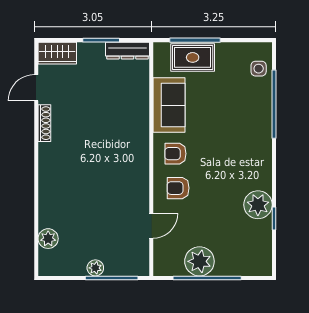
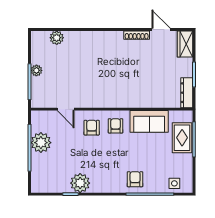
armchair: (253, 125) -> (135, 179), added

